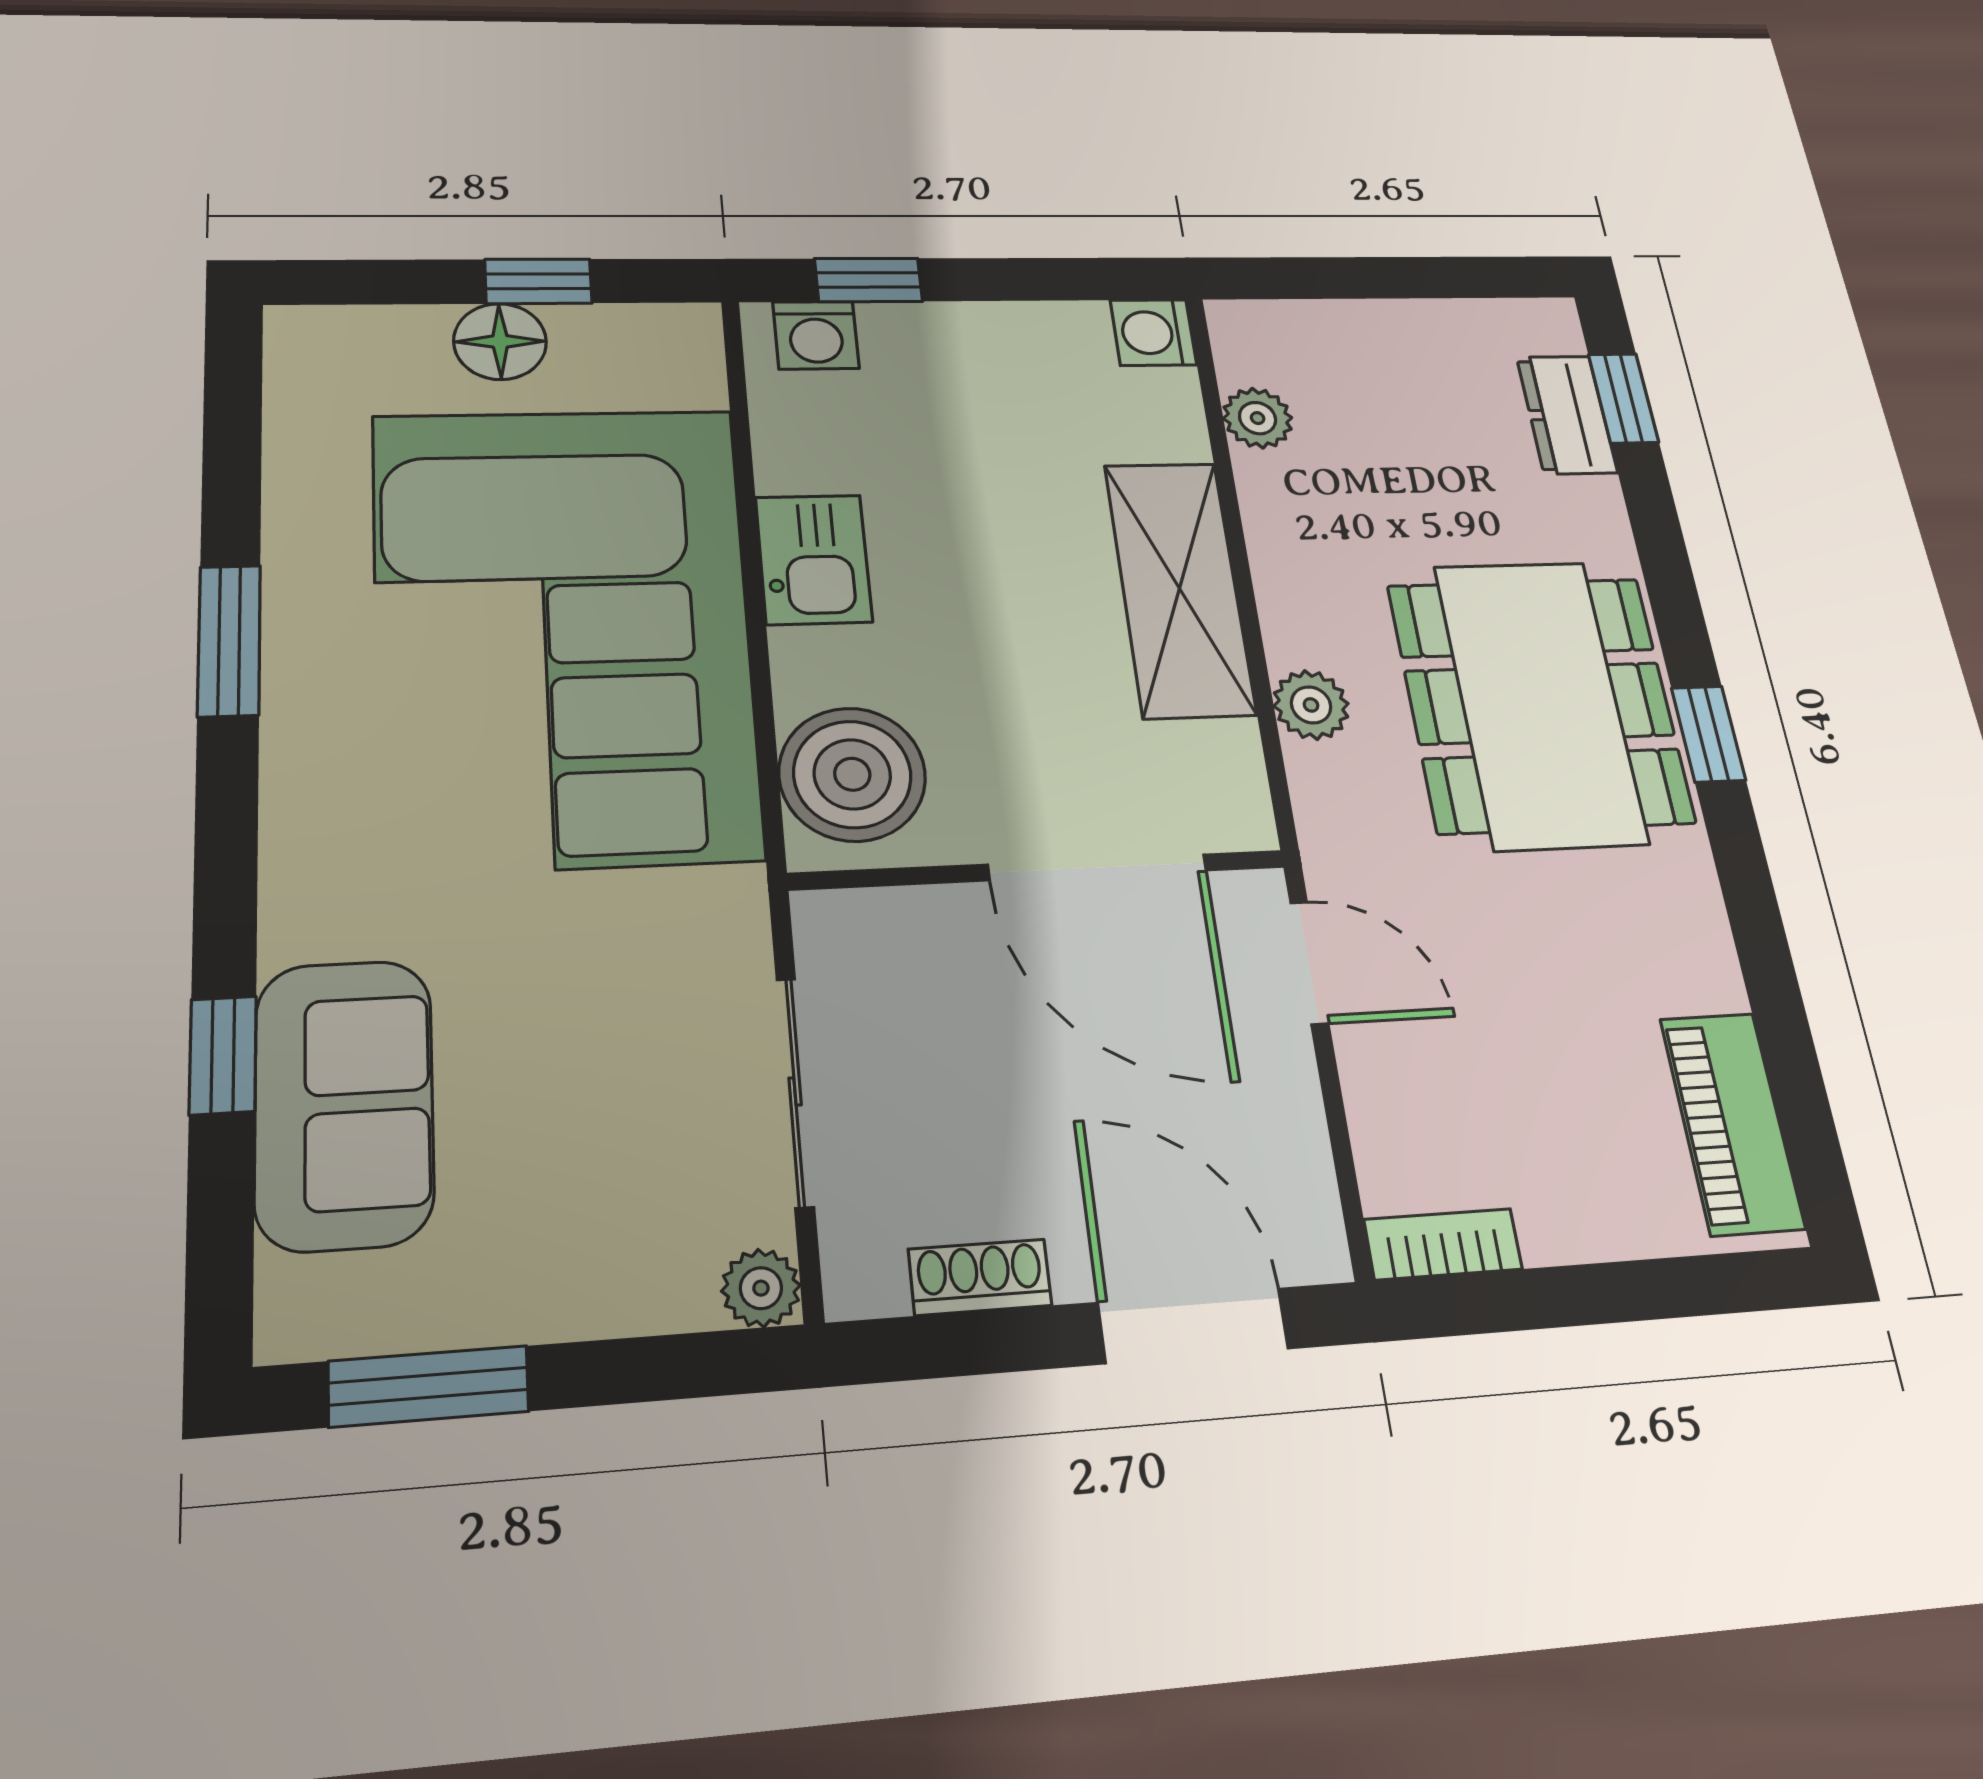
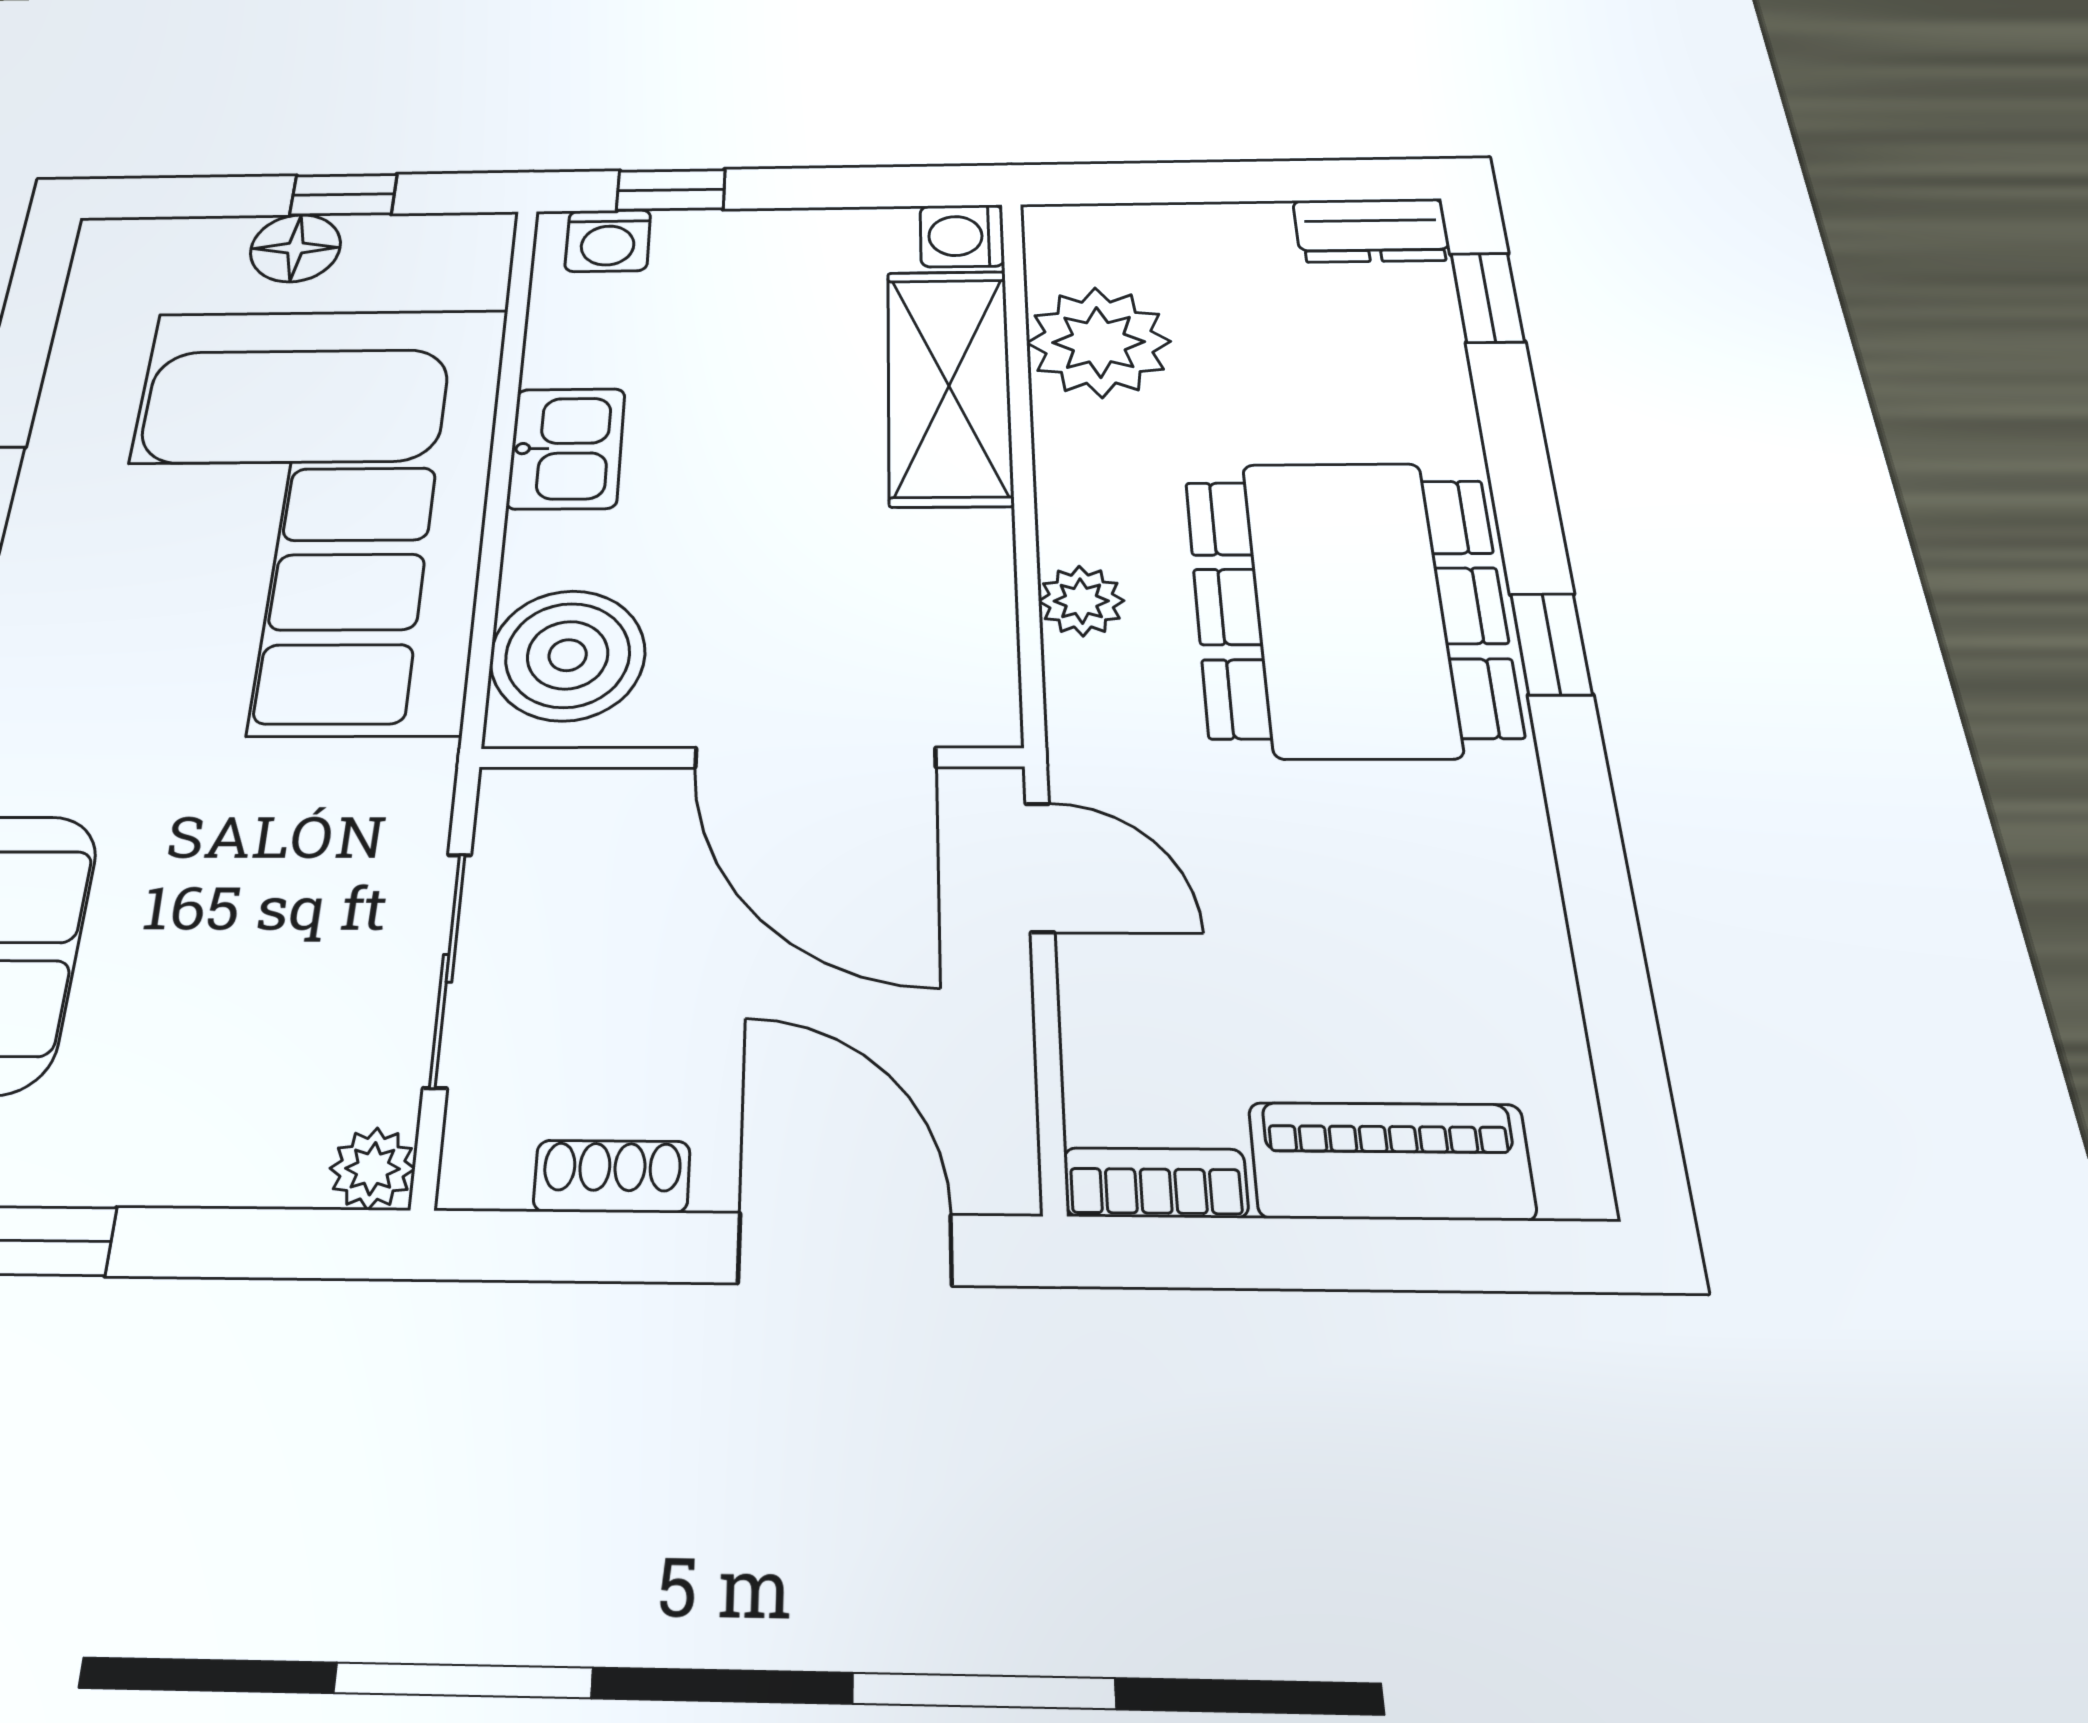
dresser: (1567, 415) -> (1372, 230), moved, turned -90
plant: (1258, 418) -> (1099, 342), width x1.88, depth x1.88
shelving: (1179, 588) -> (949, 386), moved
piano: (1732, 1123) -> (1391, 1161), moved, turned 90

